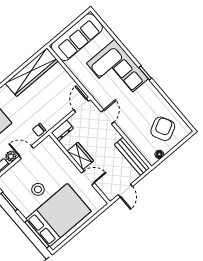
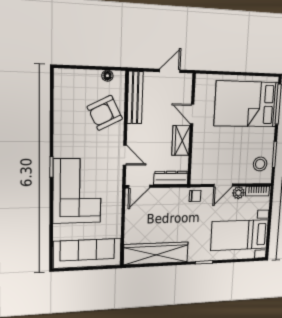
door: (108, 117) -> (125, 155), swing flipped
armchair: (163, 129) -> (105, 113), moved
dresser: (62, 131) -> (171, 178), width x1.44
door: (26, 152) -> (223, 185), hinge flipped
stool: (38, 189) -> (260, 164), moved

